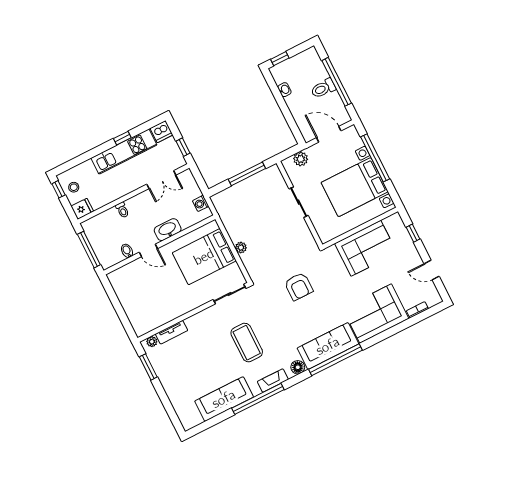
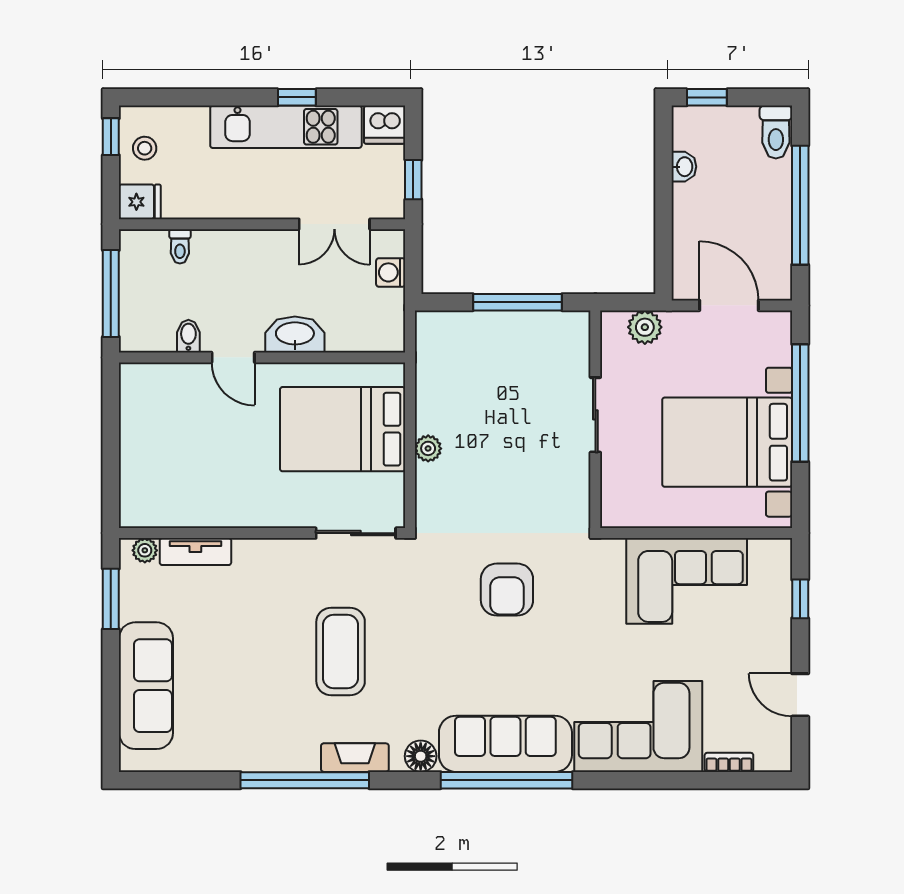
toilet: (323, 88) -> (776, 132), moved, turned -90
washing machine: (201, 203) -> (391, 272), moved
toilet: (122, 210) -> (180, 246), moved
sofa: (224, 399) -> (146, 686), moved, turned 90

